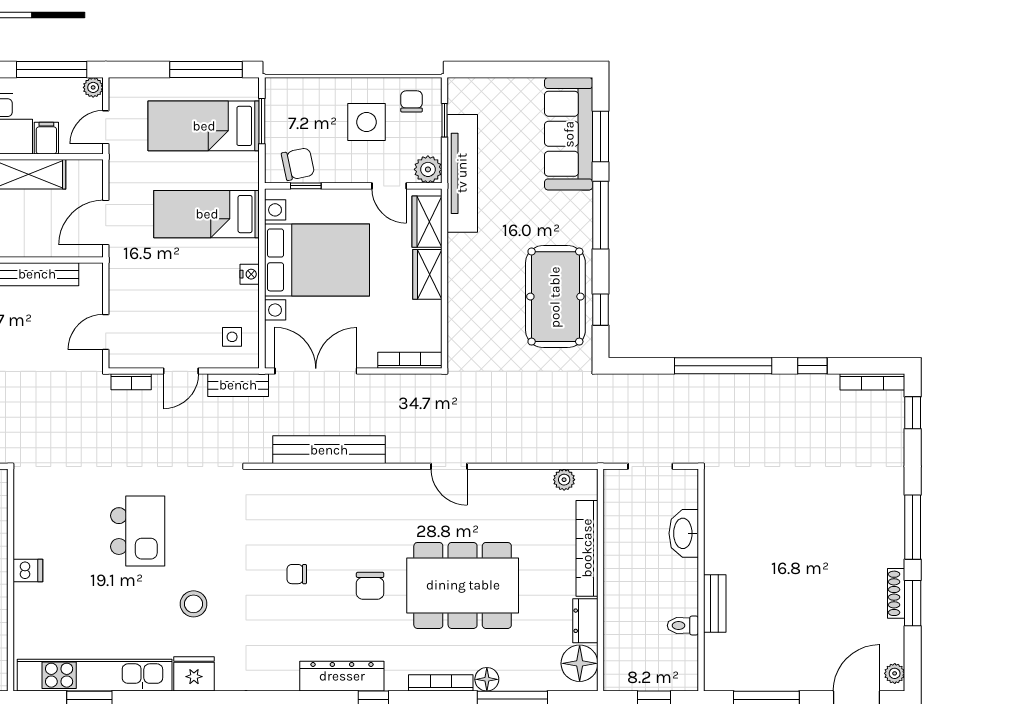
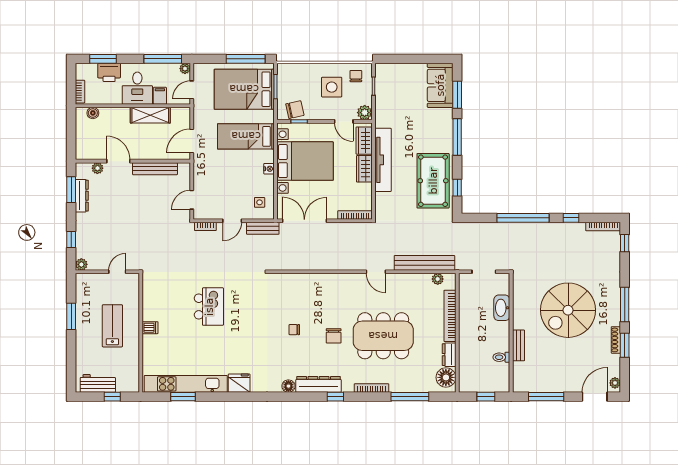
bed: (204, 126) -> (244, 89), width x1.50
sofa: (569, 134) -> (440, 85), width x0.73
tv unit: (462, 173) -> (383, 160), moved
bench: (329, 450) -> (424, 263), moved
spiral stairs: (807, 538) -> (568, 310), added
stool: (194, 604) -> (239, 346), removed
floor lamp: (487, 679) -> (288, 386), moved

